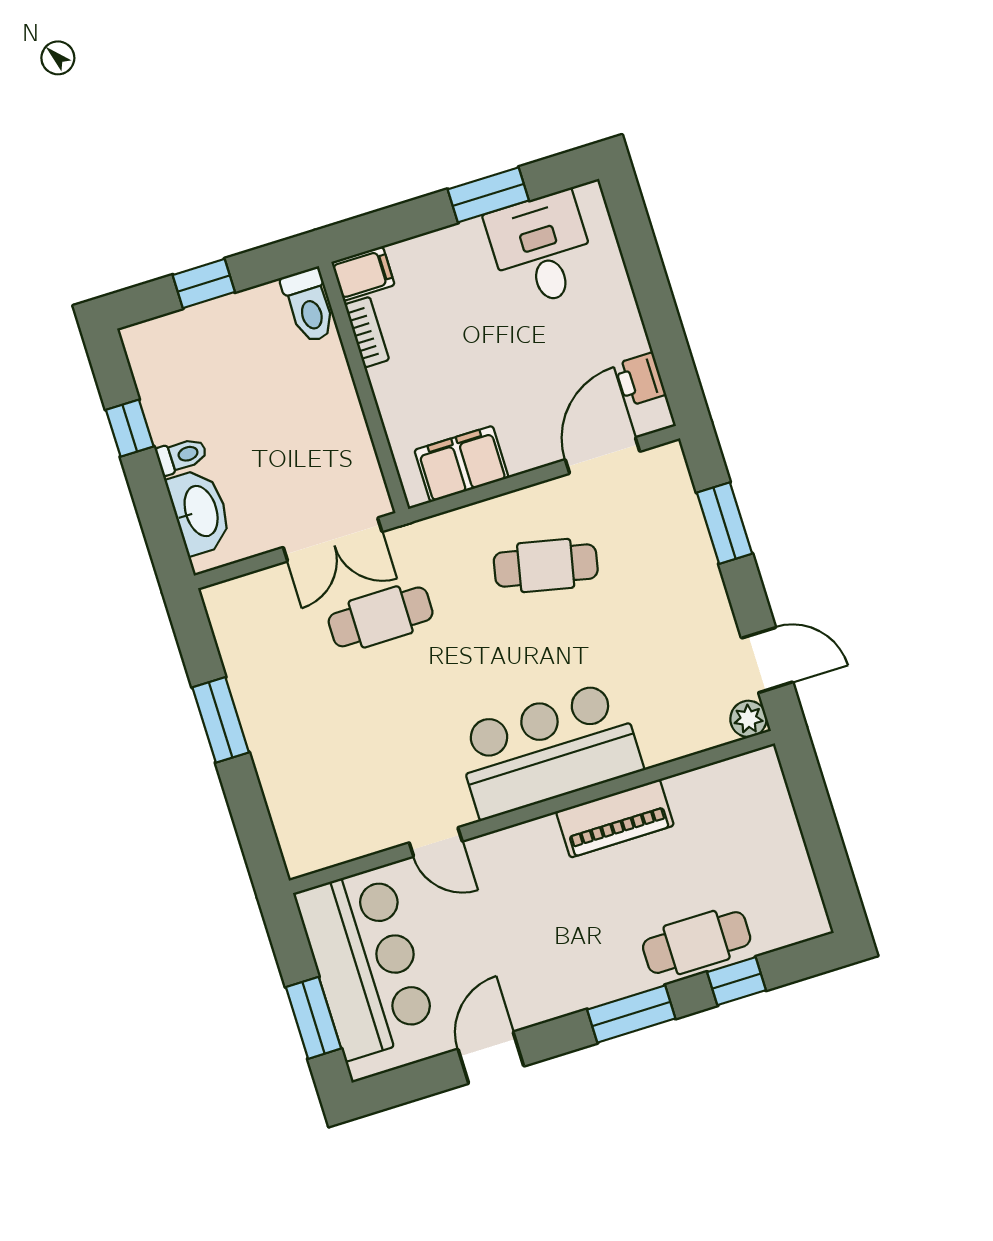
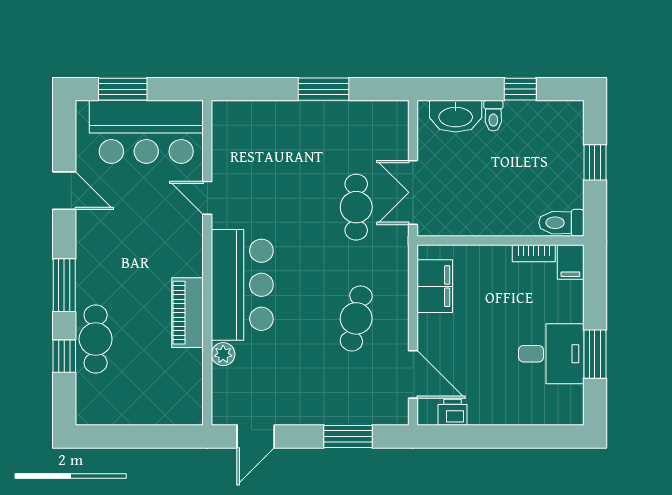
desk: (541, 249) -> (551, 354), moved
plant: (748, 719) -> (223, 354), moved
door: (436, 842) -> (207, 198), hinge flipped

